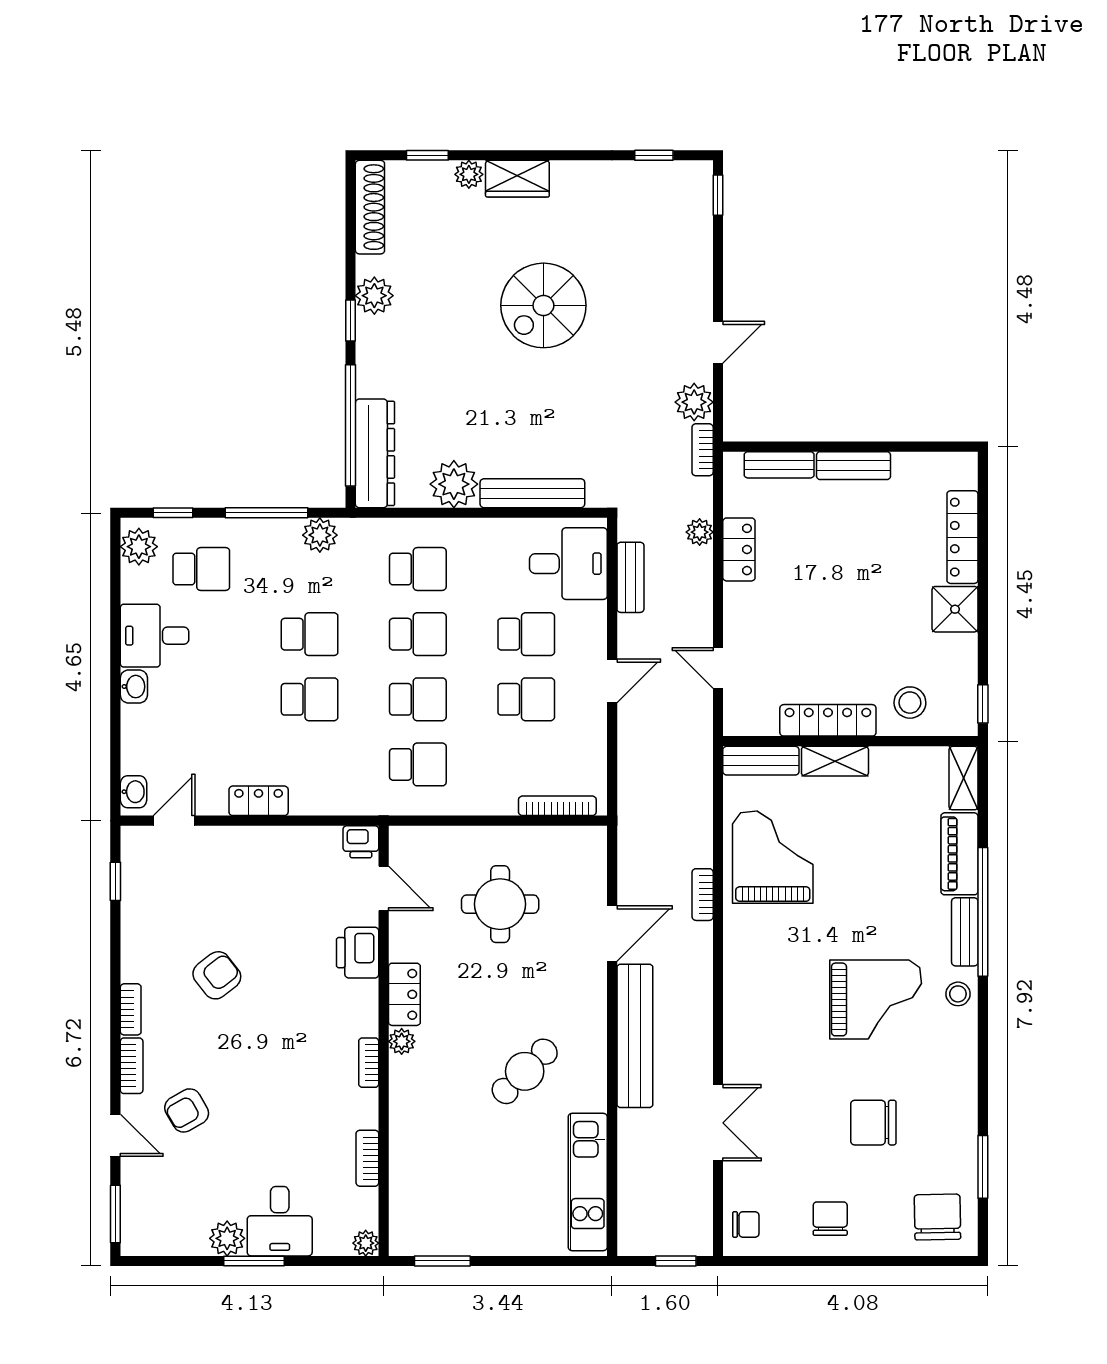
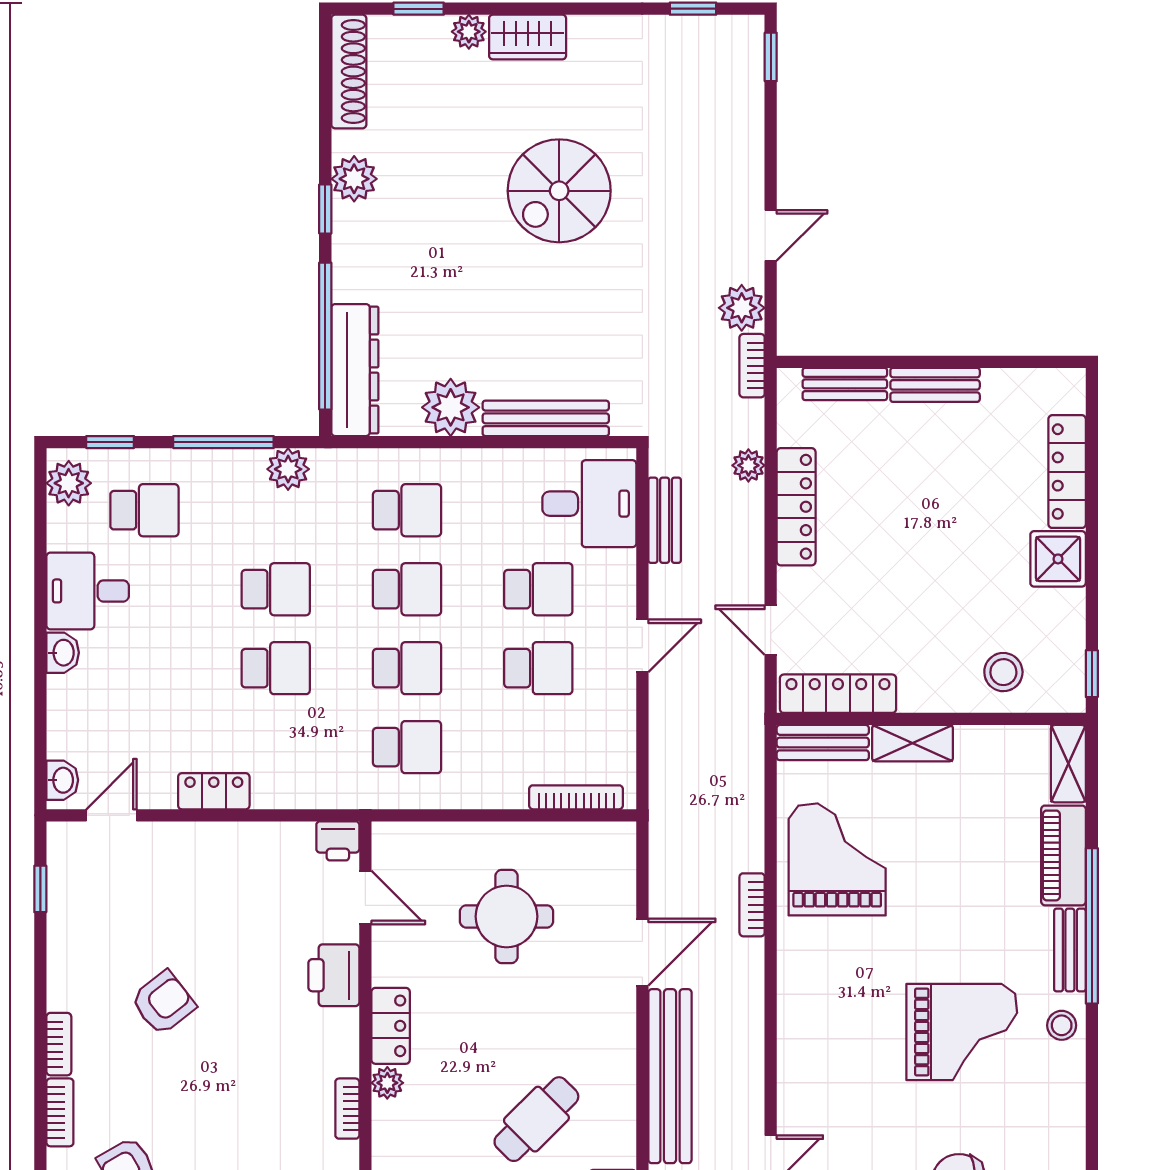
locker: (739, 549) -> (796, 507), width x1.53
locker: (828, 720) -> (838, 694), moved

